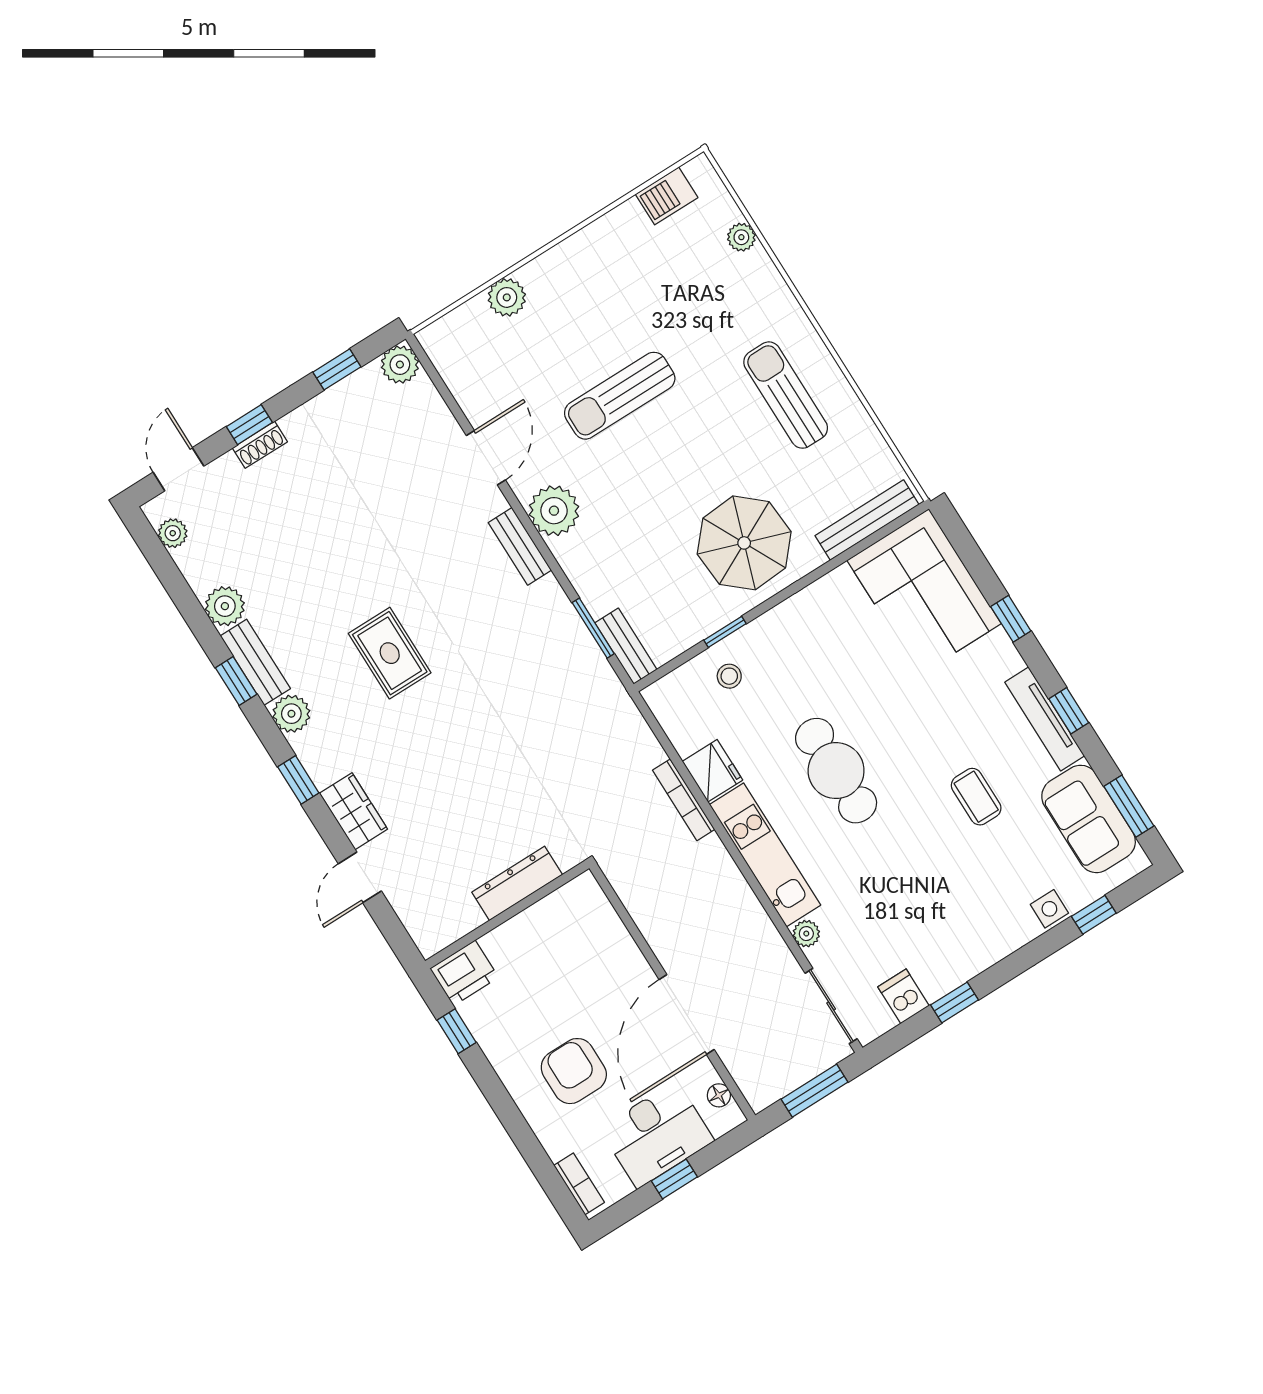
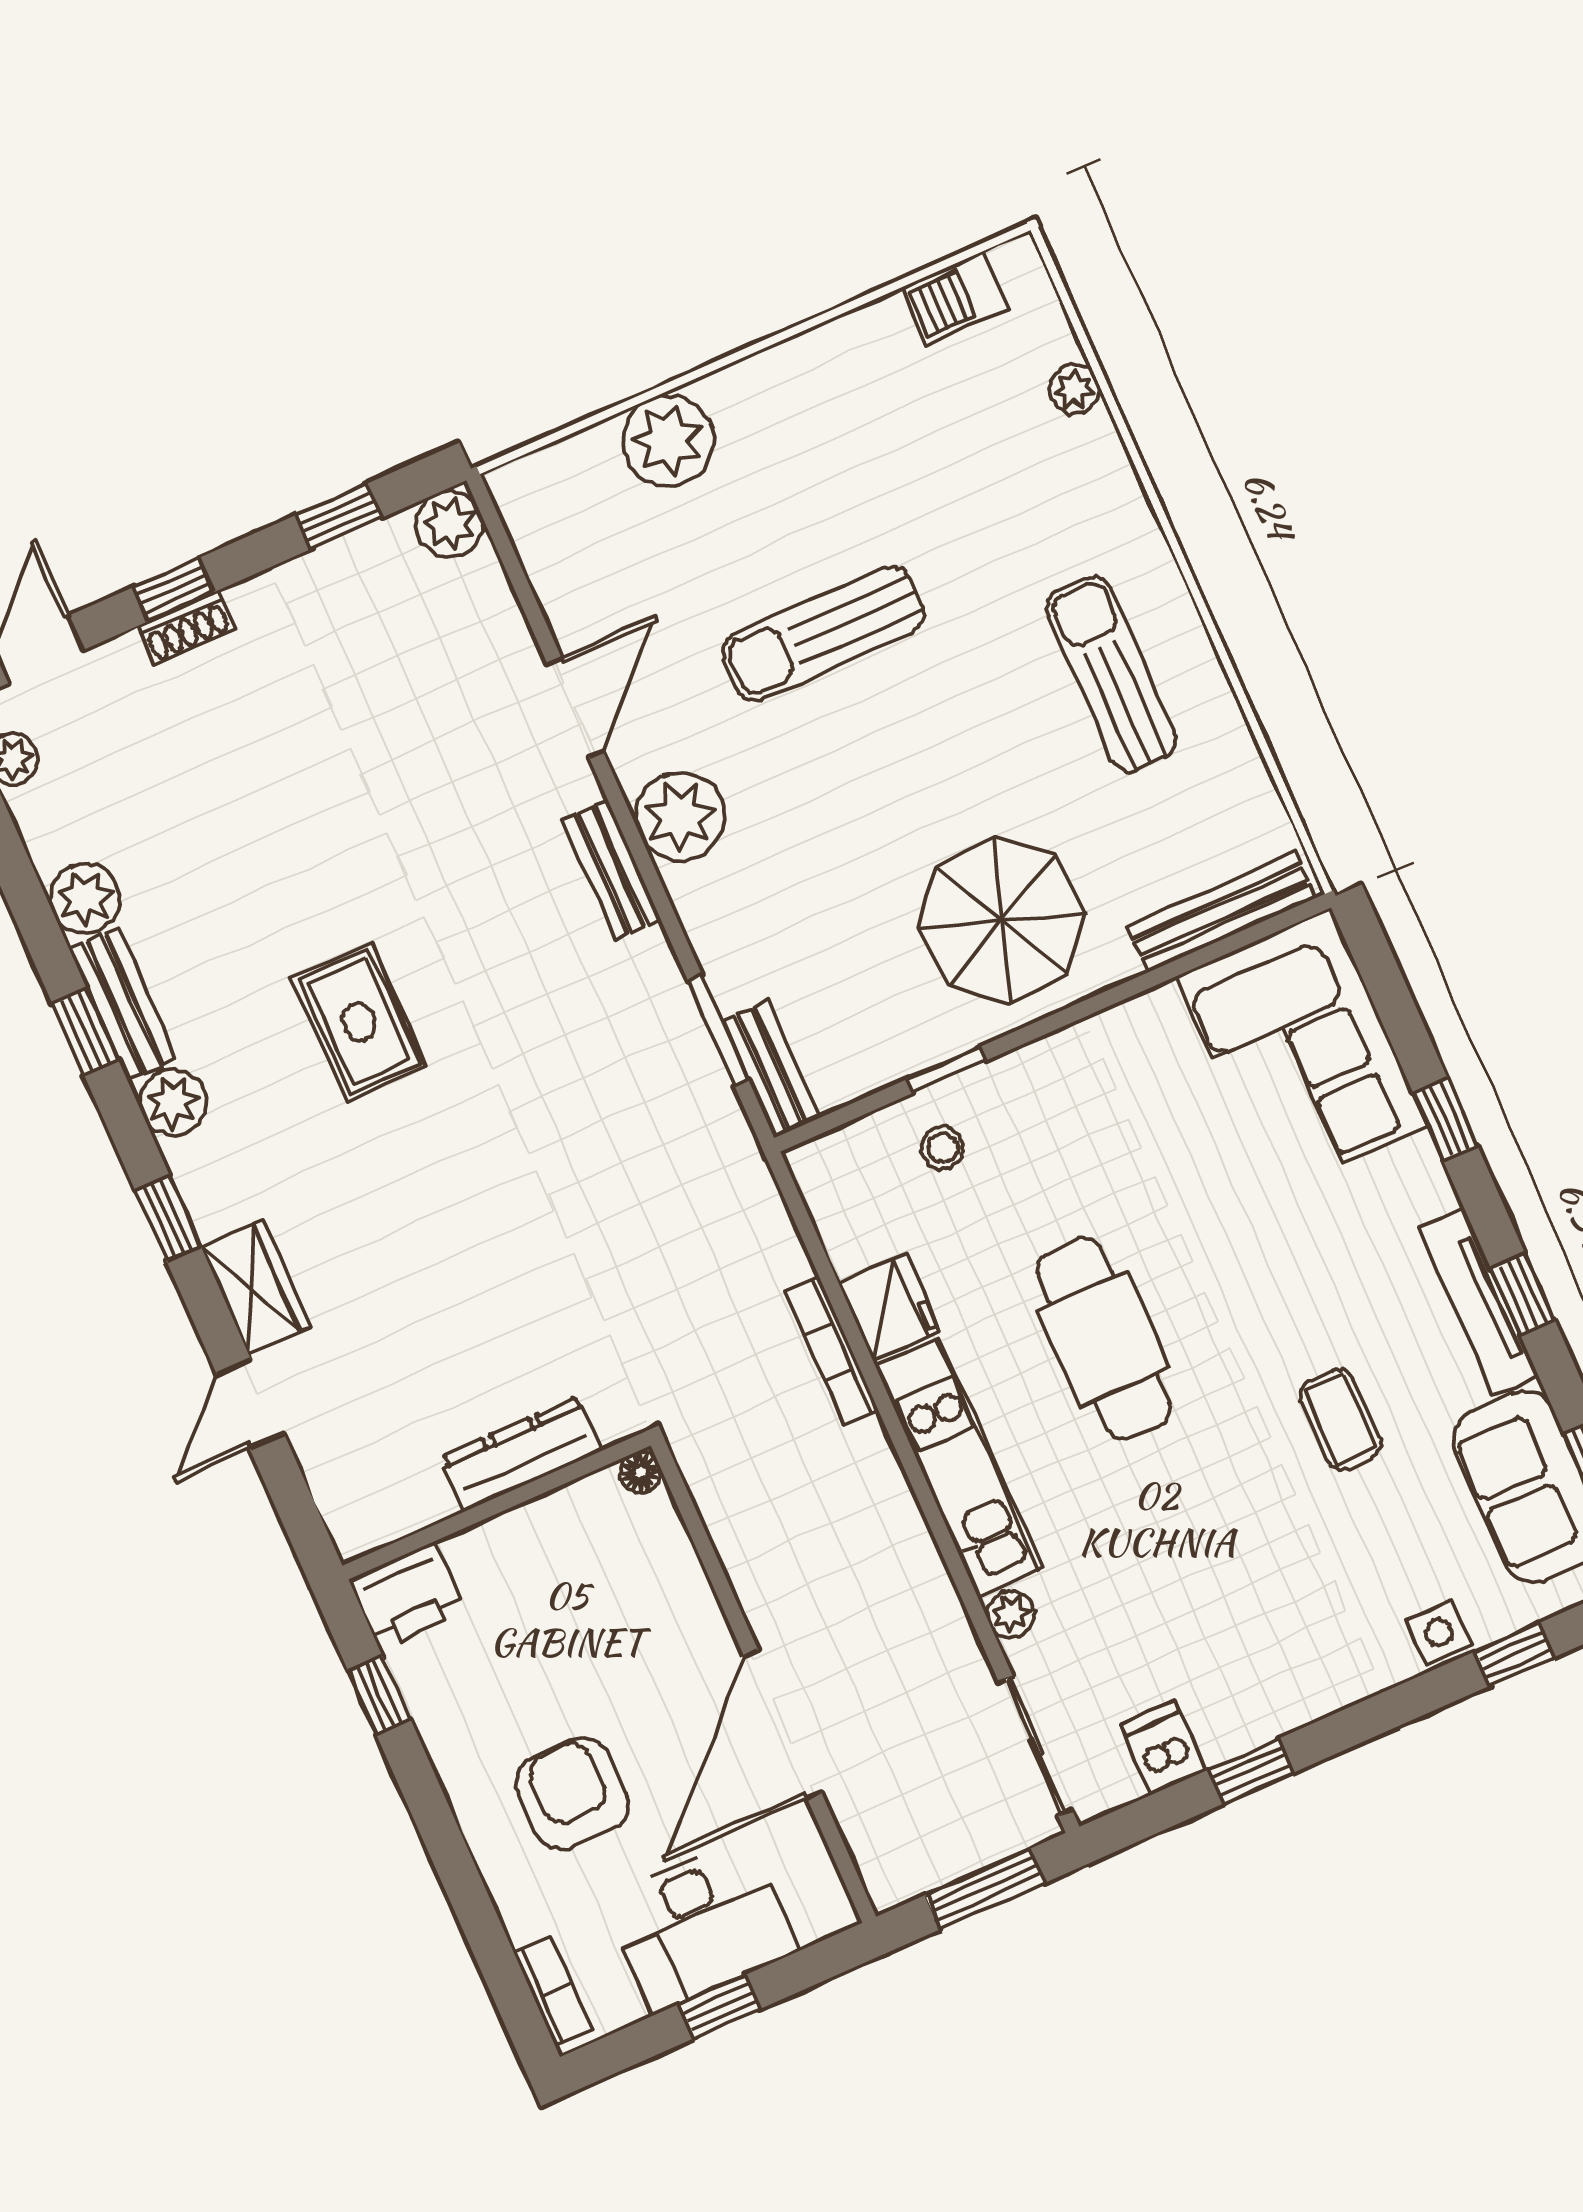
plant: (507, 297) -> (668, 441), width x1.36, depth x1.36
floor lamp: (719, 1095) -> (641, 1472), moved

